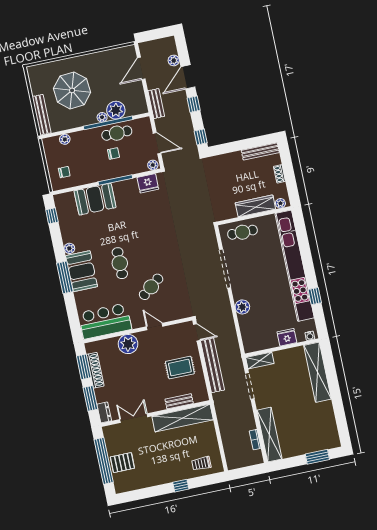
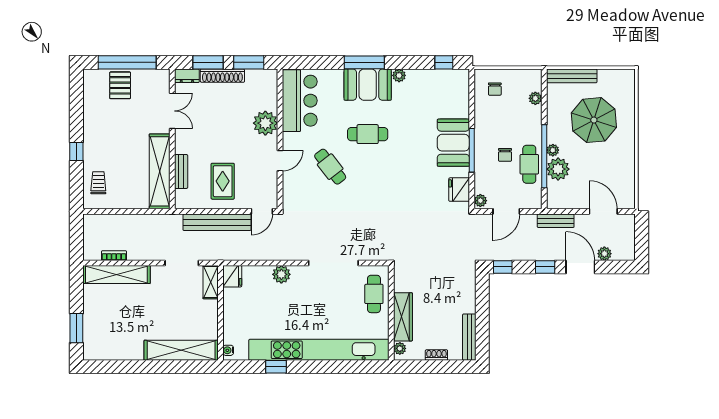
booth: (95, 199) -> (453, 143), moved
fridge: (287, 337) -> (232, 276), moved
shoe rack: (95, 370) -> (222, 76), moved

